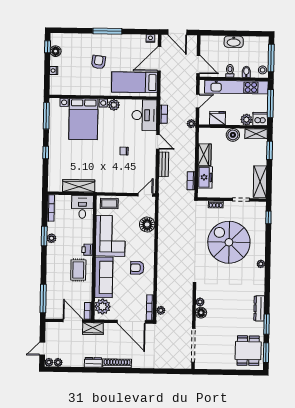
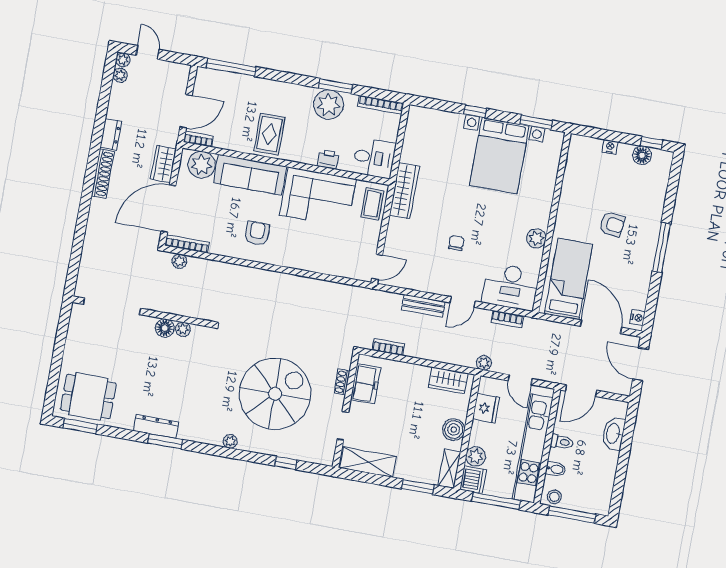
door: (177, 32) -> (641, 364), hinge flipped
washbasin: (234, 42) -> (613, 434), moved
window: (46, 116) -> (536, 122), width x0.69
bed with nightstands: (83, 119) -> (499, 156), moved, turned -90
wardrobe: (205, 155) -> (448, 380), moved
freezer: (205, 177) -> (366, 384), moved, turned -90
wardrobe: (79, 186) -> (404, 191), moved
door: (145, 195) -> (377, 267), hinge flipped
window: (268, 217) -> (286, 463), moved
floor lamp: (147, 225) -> (327, 262), removed
plant: (52, 238) -> (329, 105), width x1.87, depth x1.87
printer: (87, 250) -> (328, 159), moved
rug: (78, 270) -> (269, 134), turned 90
window: (267, 324) -> (165, 441), moved
wardrobe: (93, 329) -> (164, 164), moved

